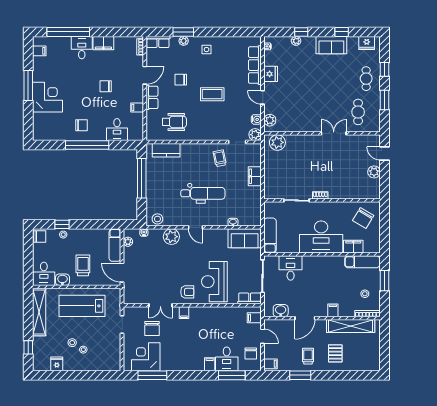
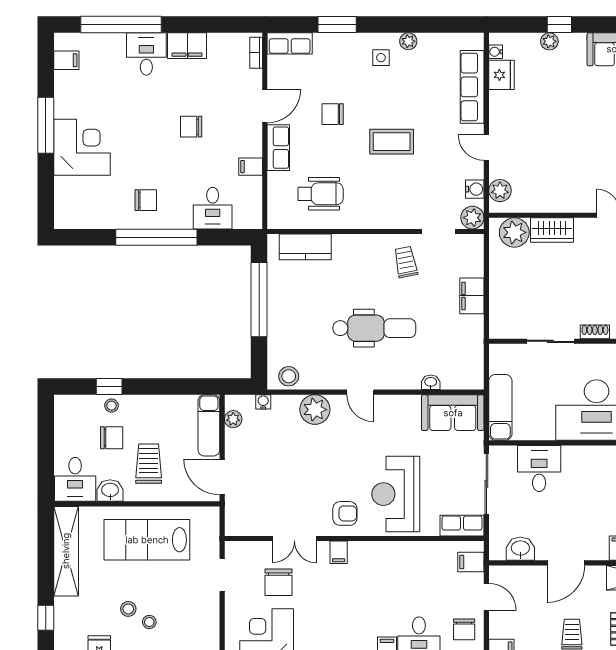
plant: (184, 41) -> (408, 41), moved
fridge: (271, 74) -> (501, 75), moved
wardrobe: (297, 141) -> (552, 230), added
chair: (40, 236) -> (112, 438), moved

